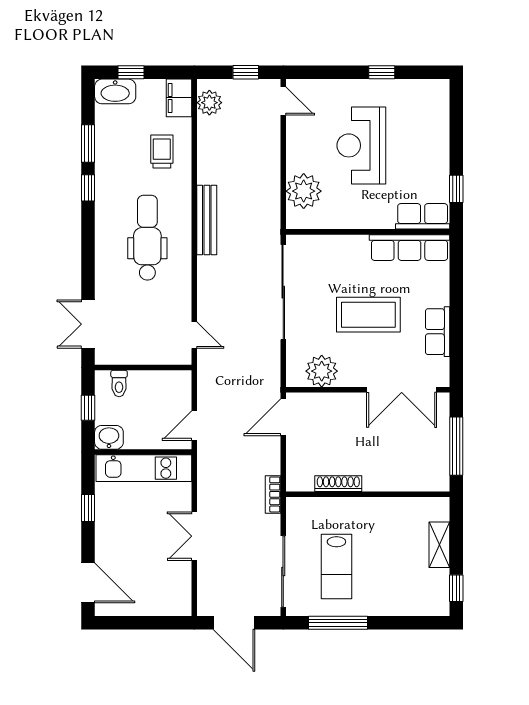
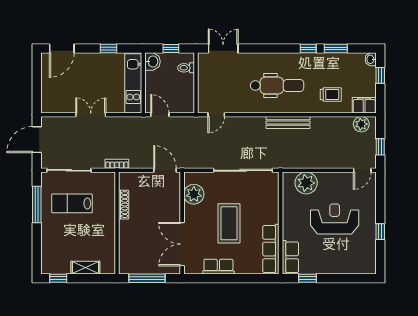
washbasin: (115, 91) -> (371, 59), width x0.52, depth x0.69

